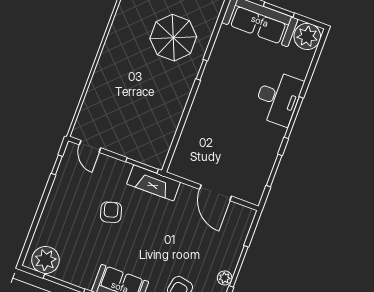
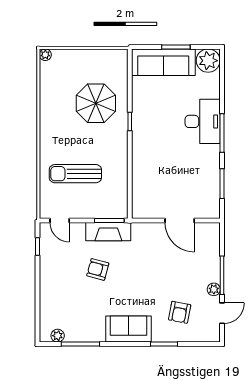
sun lounger: (125, 103) -> (75, 174), added
fireplace: (154, 183) -> (108, 232), moved
armchair: (111, 212) -> (98, 269), turned -59
plant: (46, 260) -> (58, 336), width x0.53, depth x0.53

